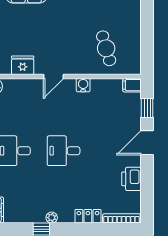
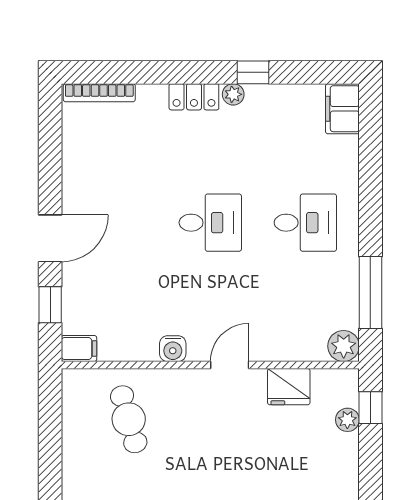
printer: (132, 179) -> (80, 169), removed
locker: (88, 216) -> (194, 97), moved

